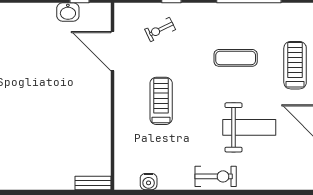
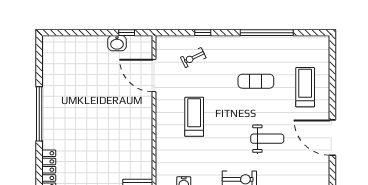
weight bench: (249, 127) -> (267, 139), width x0.73, depth x0.75

